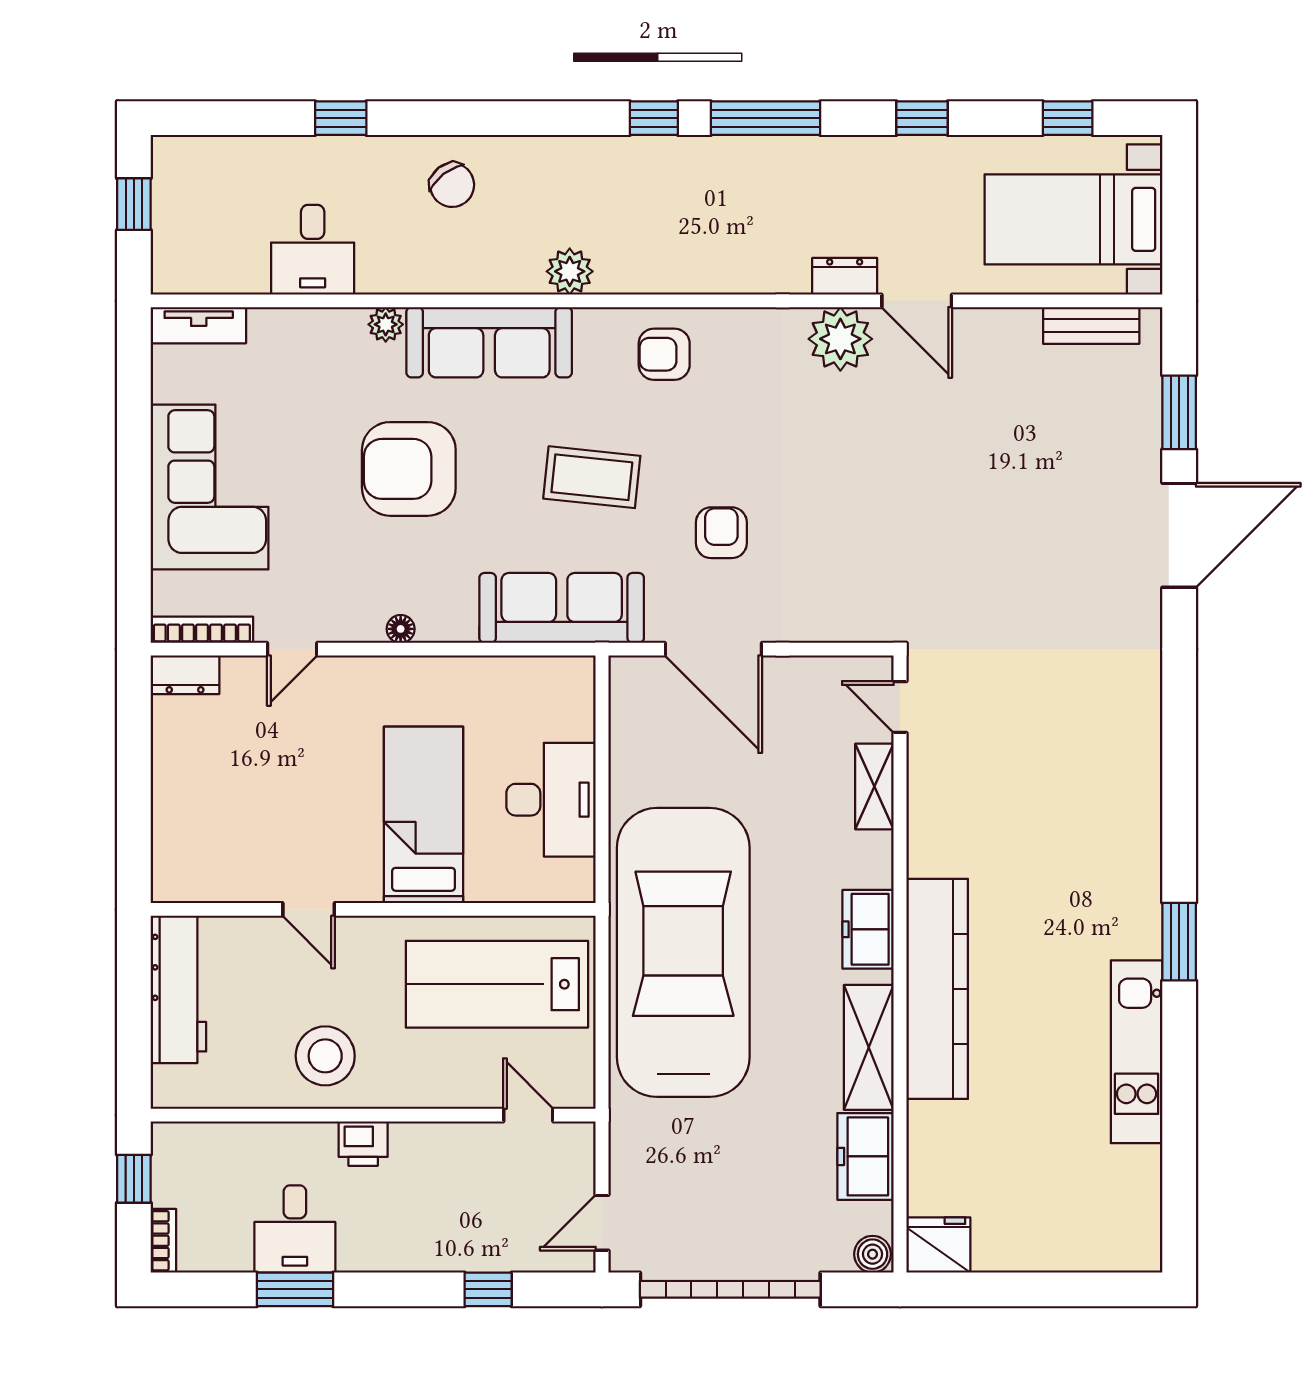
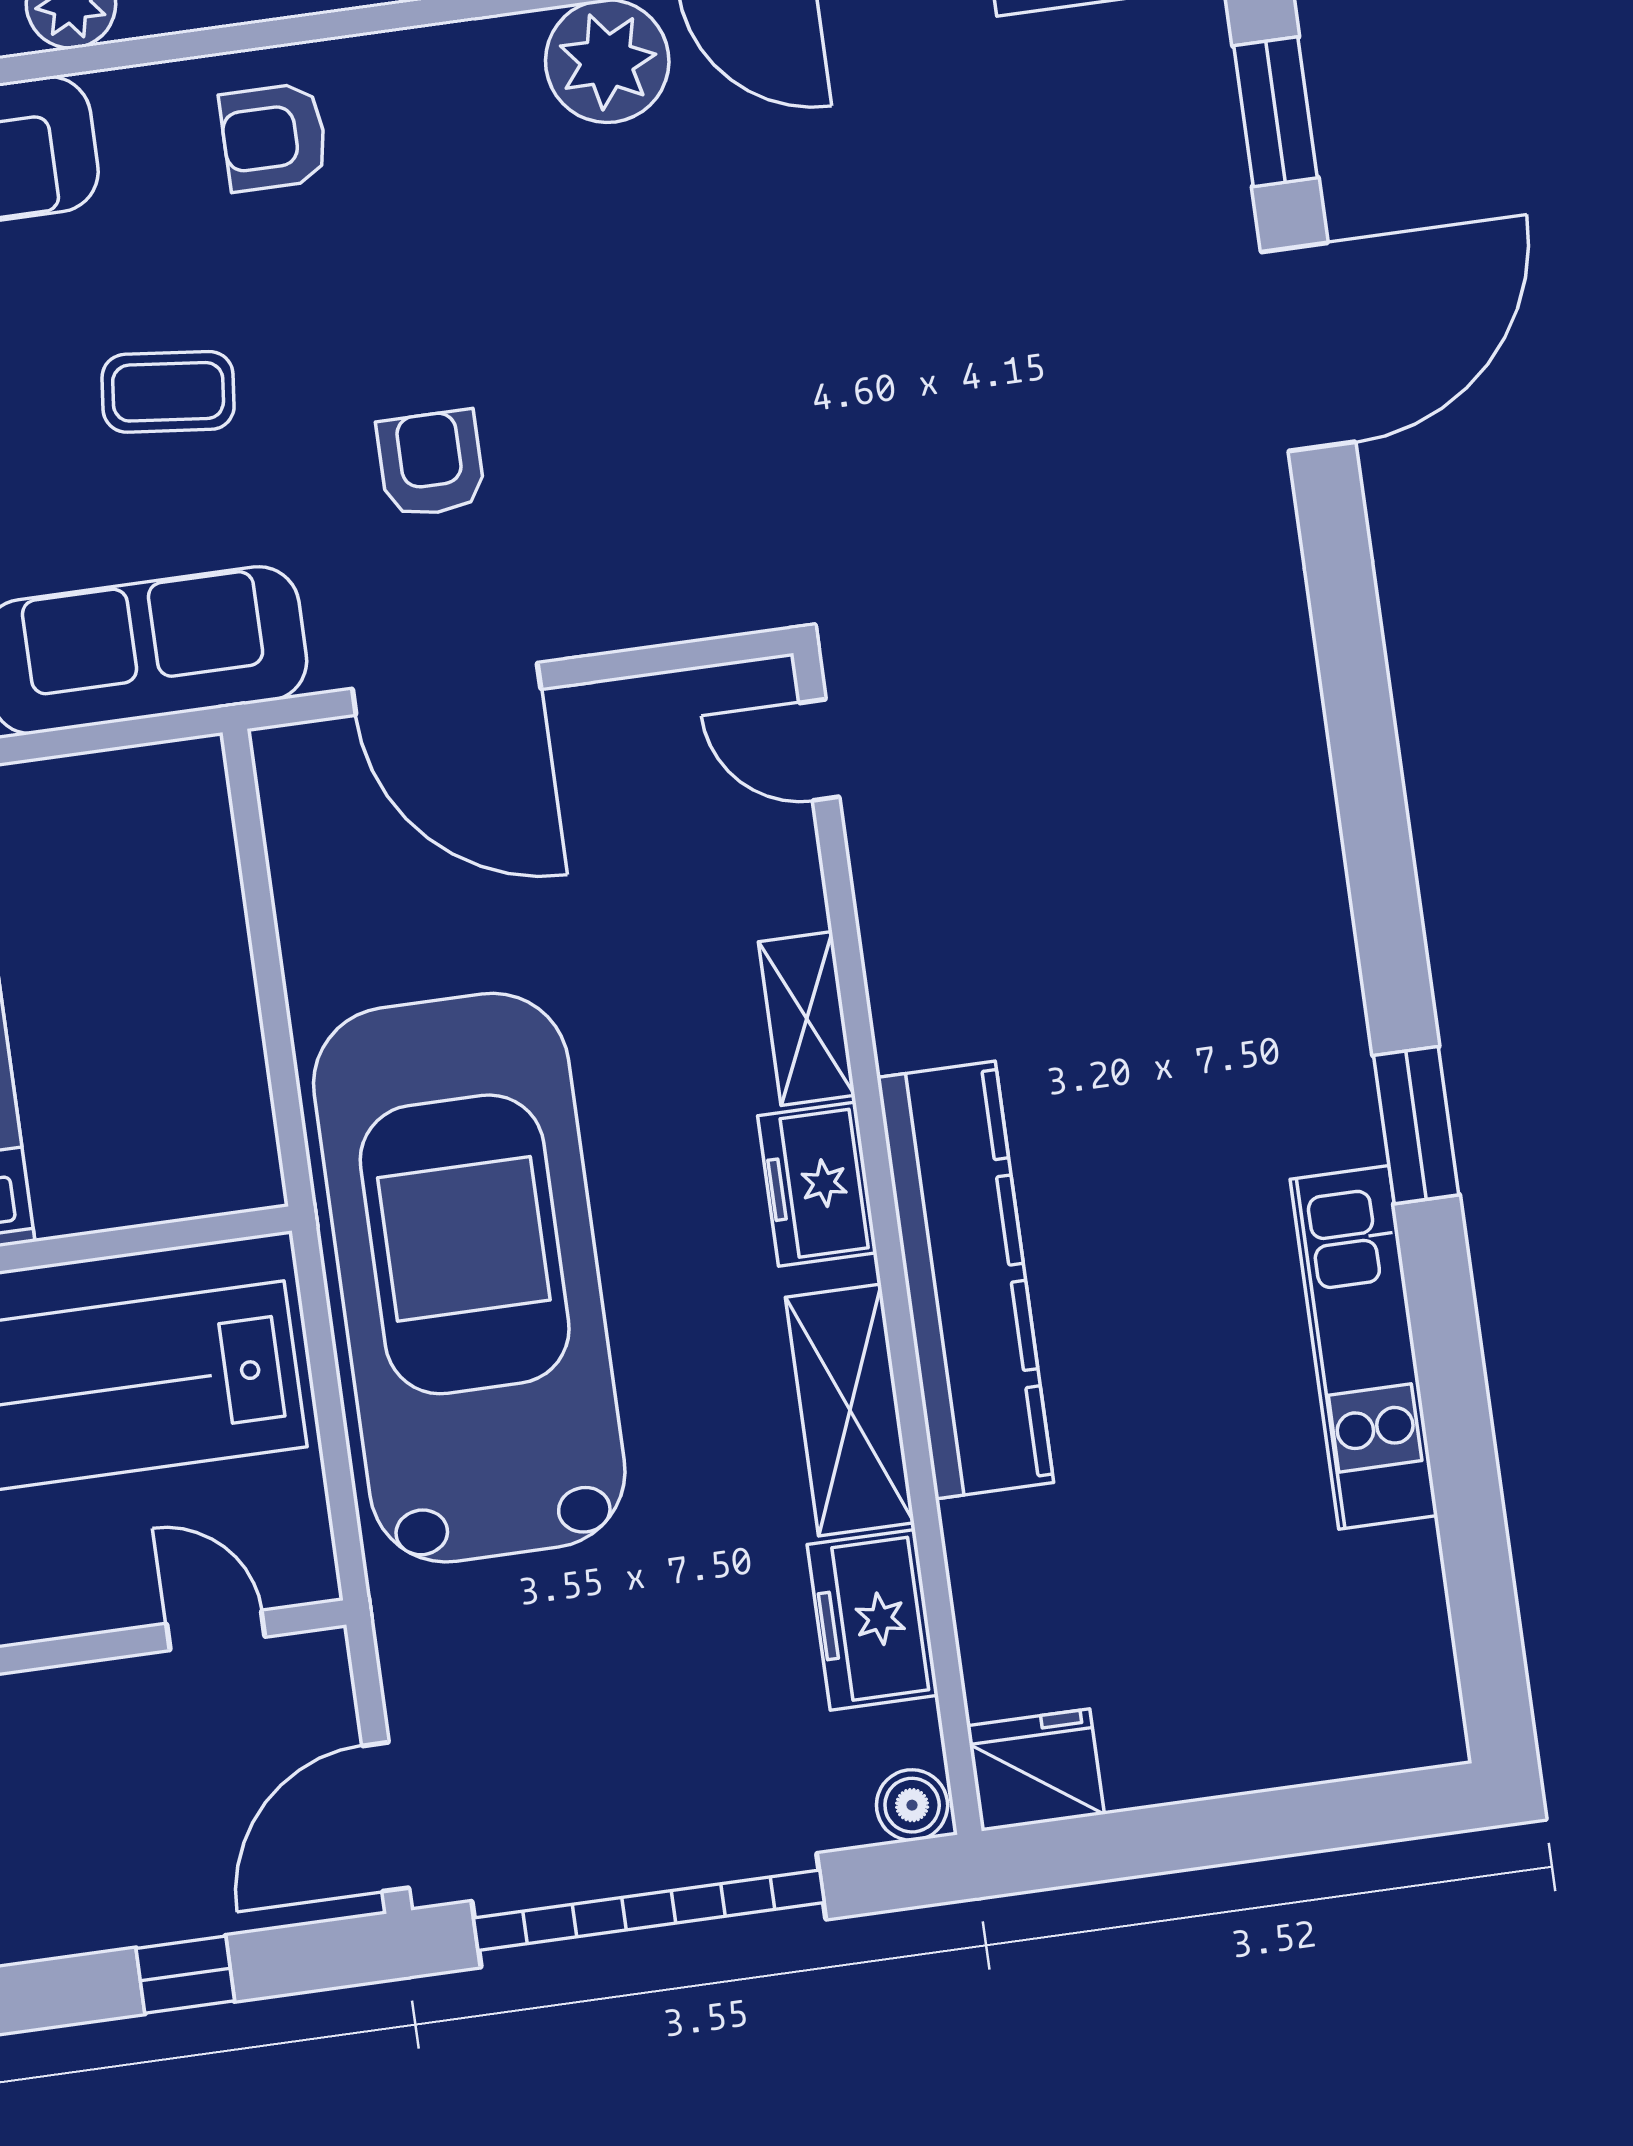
coffee table: (592, 477) -> (168, 392), width x0.73, depth x0.77
shelving: (874, 787) -> (807, 1019), moved
desk: (551, 800) -> (176, 1020), removed
door: (602, 1223) -> (386, 1817), width x1.38

